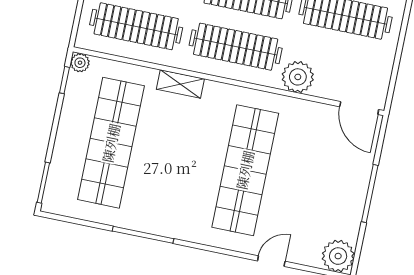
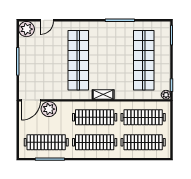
plant: (298, 77) -> (49, 109), moved
shelving: (180, 84) -> (103, 94), moved
door: (359, 108) -> (31, 100), swing flipped
door: (271, 261) -> (47, 20), moved

